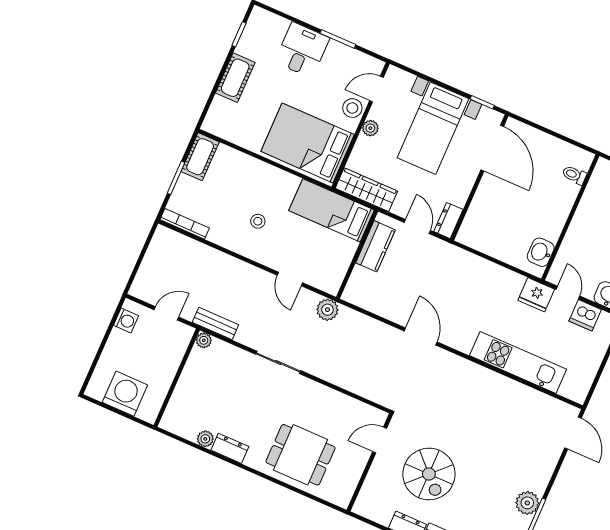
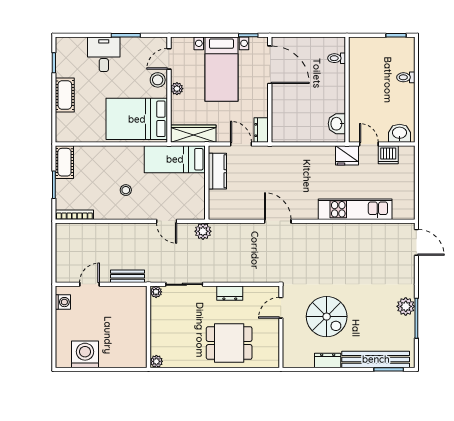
plant: (204, 340) -> (156, 292), moved
wall: (177, 378) -> (148, 327), moved
dresser: (230, 448) -> (230, 293), moved, turned 180

